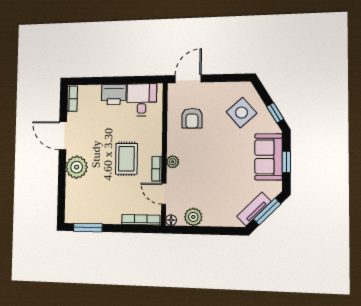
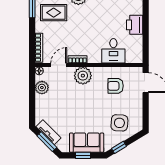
desk: (142, 100) -> (113, 51), moved, turned 90
side table: (242, 113) -> (119, 123), turned 45
rug: (126, 159) -> (54, 13), moved
plant: (173, 162) -> (83, 76), width x1.87, depth x1.87

